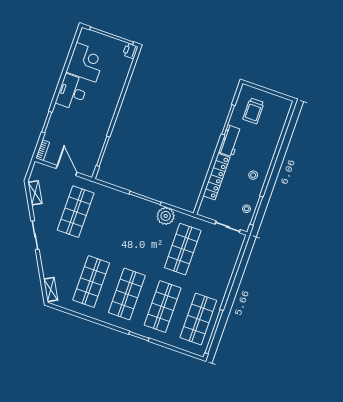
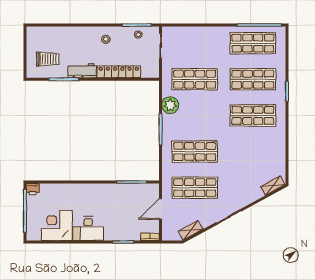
shop shelf: (91, 282) -> (195, 152), moved

